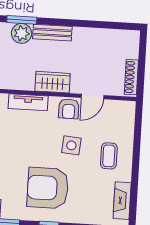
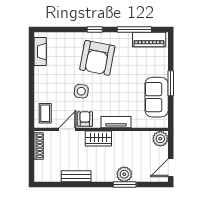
bench: (52, 33) -> (76, 176), moved
coffee table: (109, 156) -> (45, 113), moved
armchair: (48, 188) -> (97, 58), turned 101

